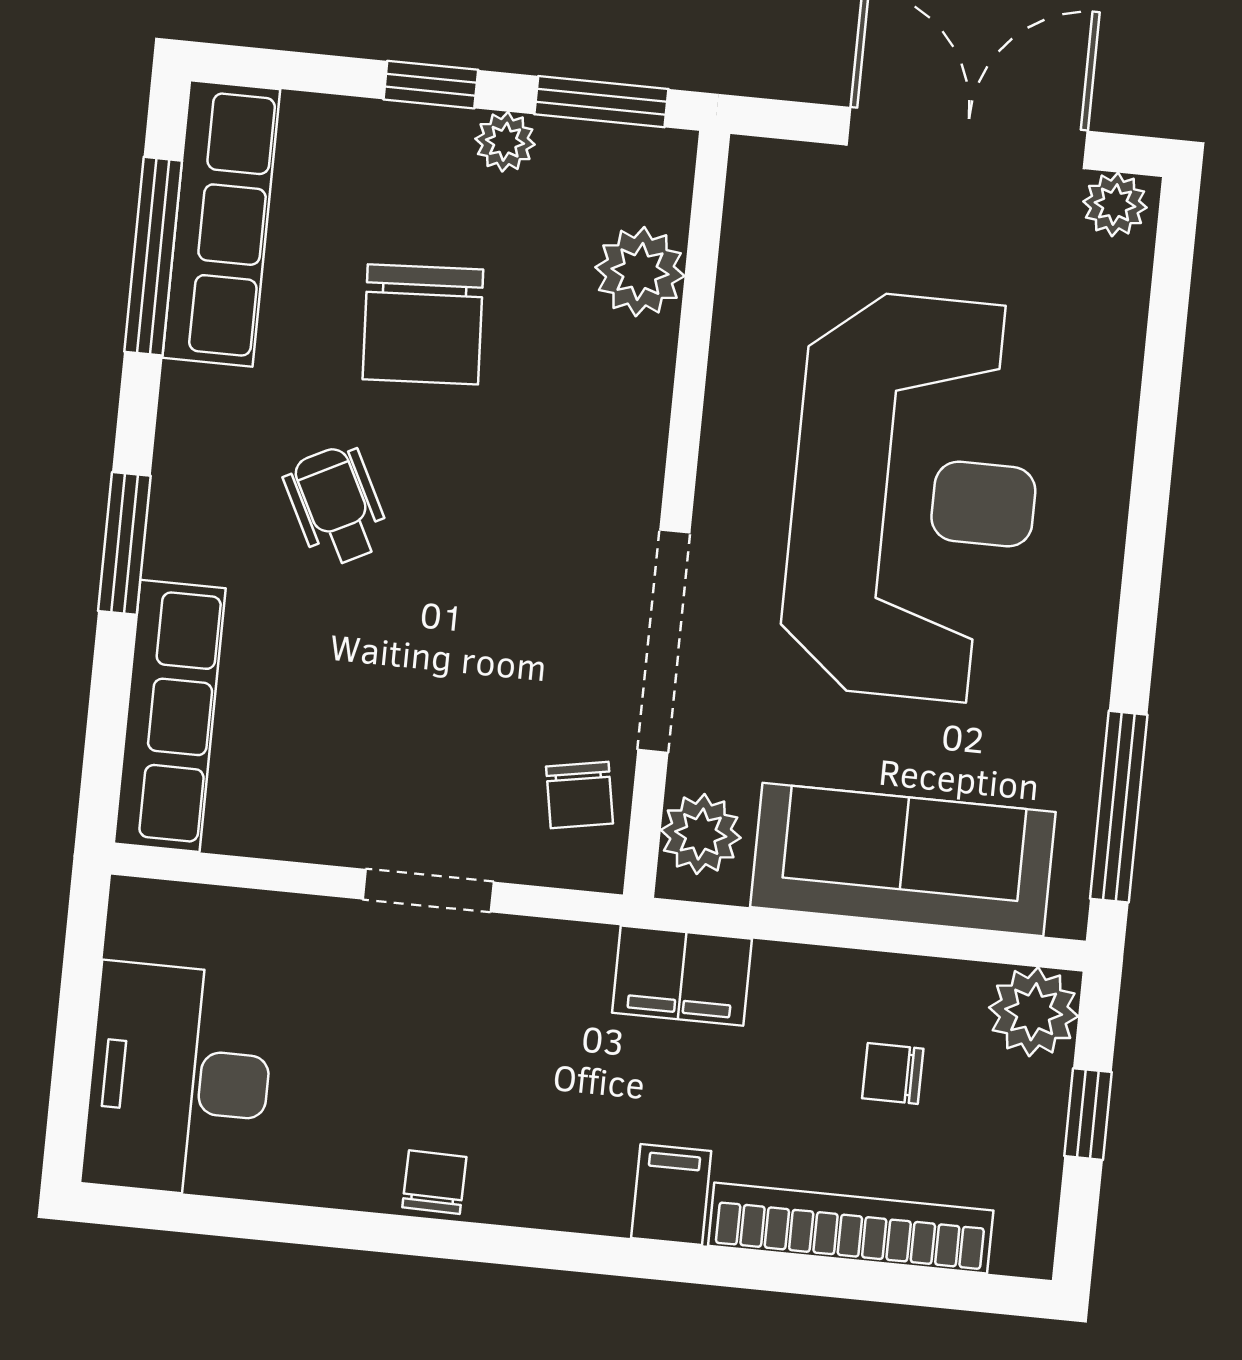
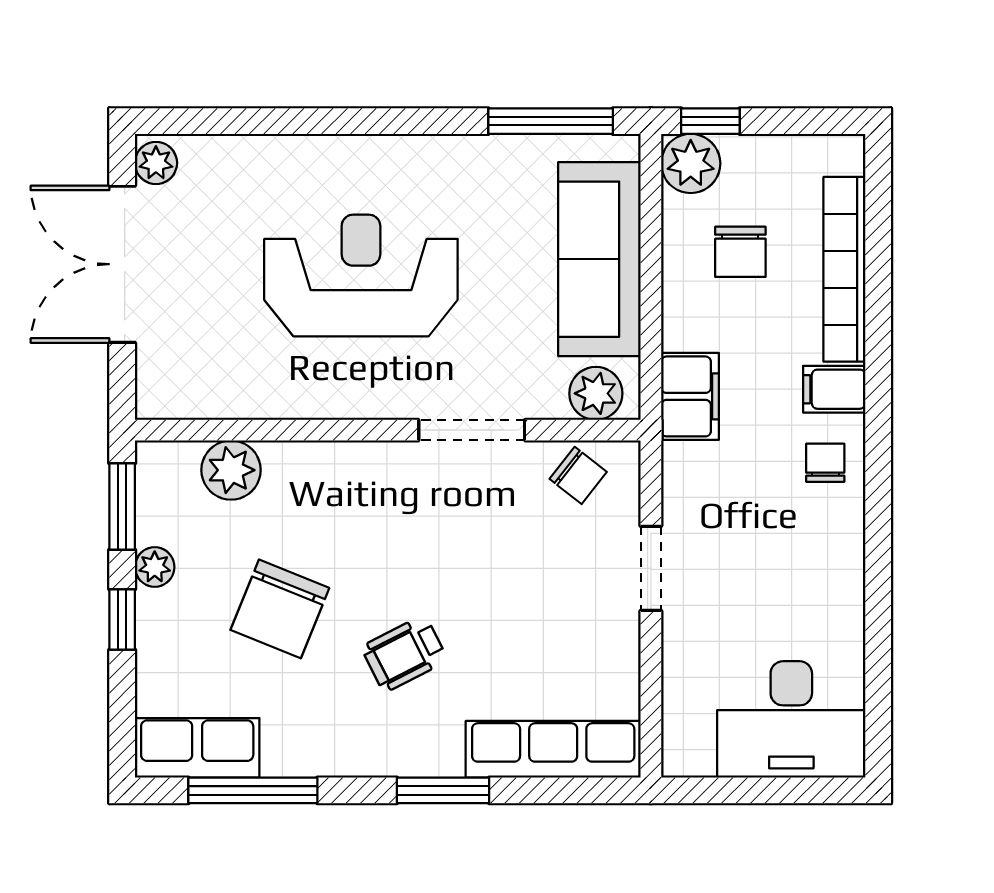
row of seats: (221, 223) -> (197, 748), width x0.68
chair: (423, 324) -> (280, 609), turned 115
reception desk: (914, 497) -> (361, 275), width x0.74, depth x0.77
doorway: (664, 641) -> (472, 430), width x0.73
chair: (580, 795) -> (578, 475), turned 48
chair: (893, 1074) -> (740, 252), width x1.37, depth x1.37
window: (1088, 1114) -> (710, 121), moved
chair: (434, 1182) -> (825, 463), moved, turned 89

